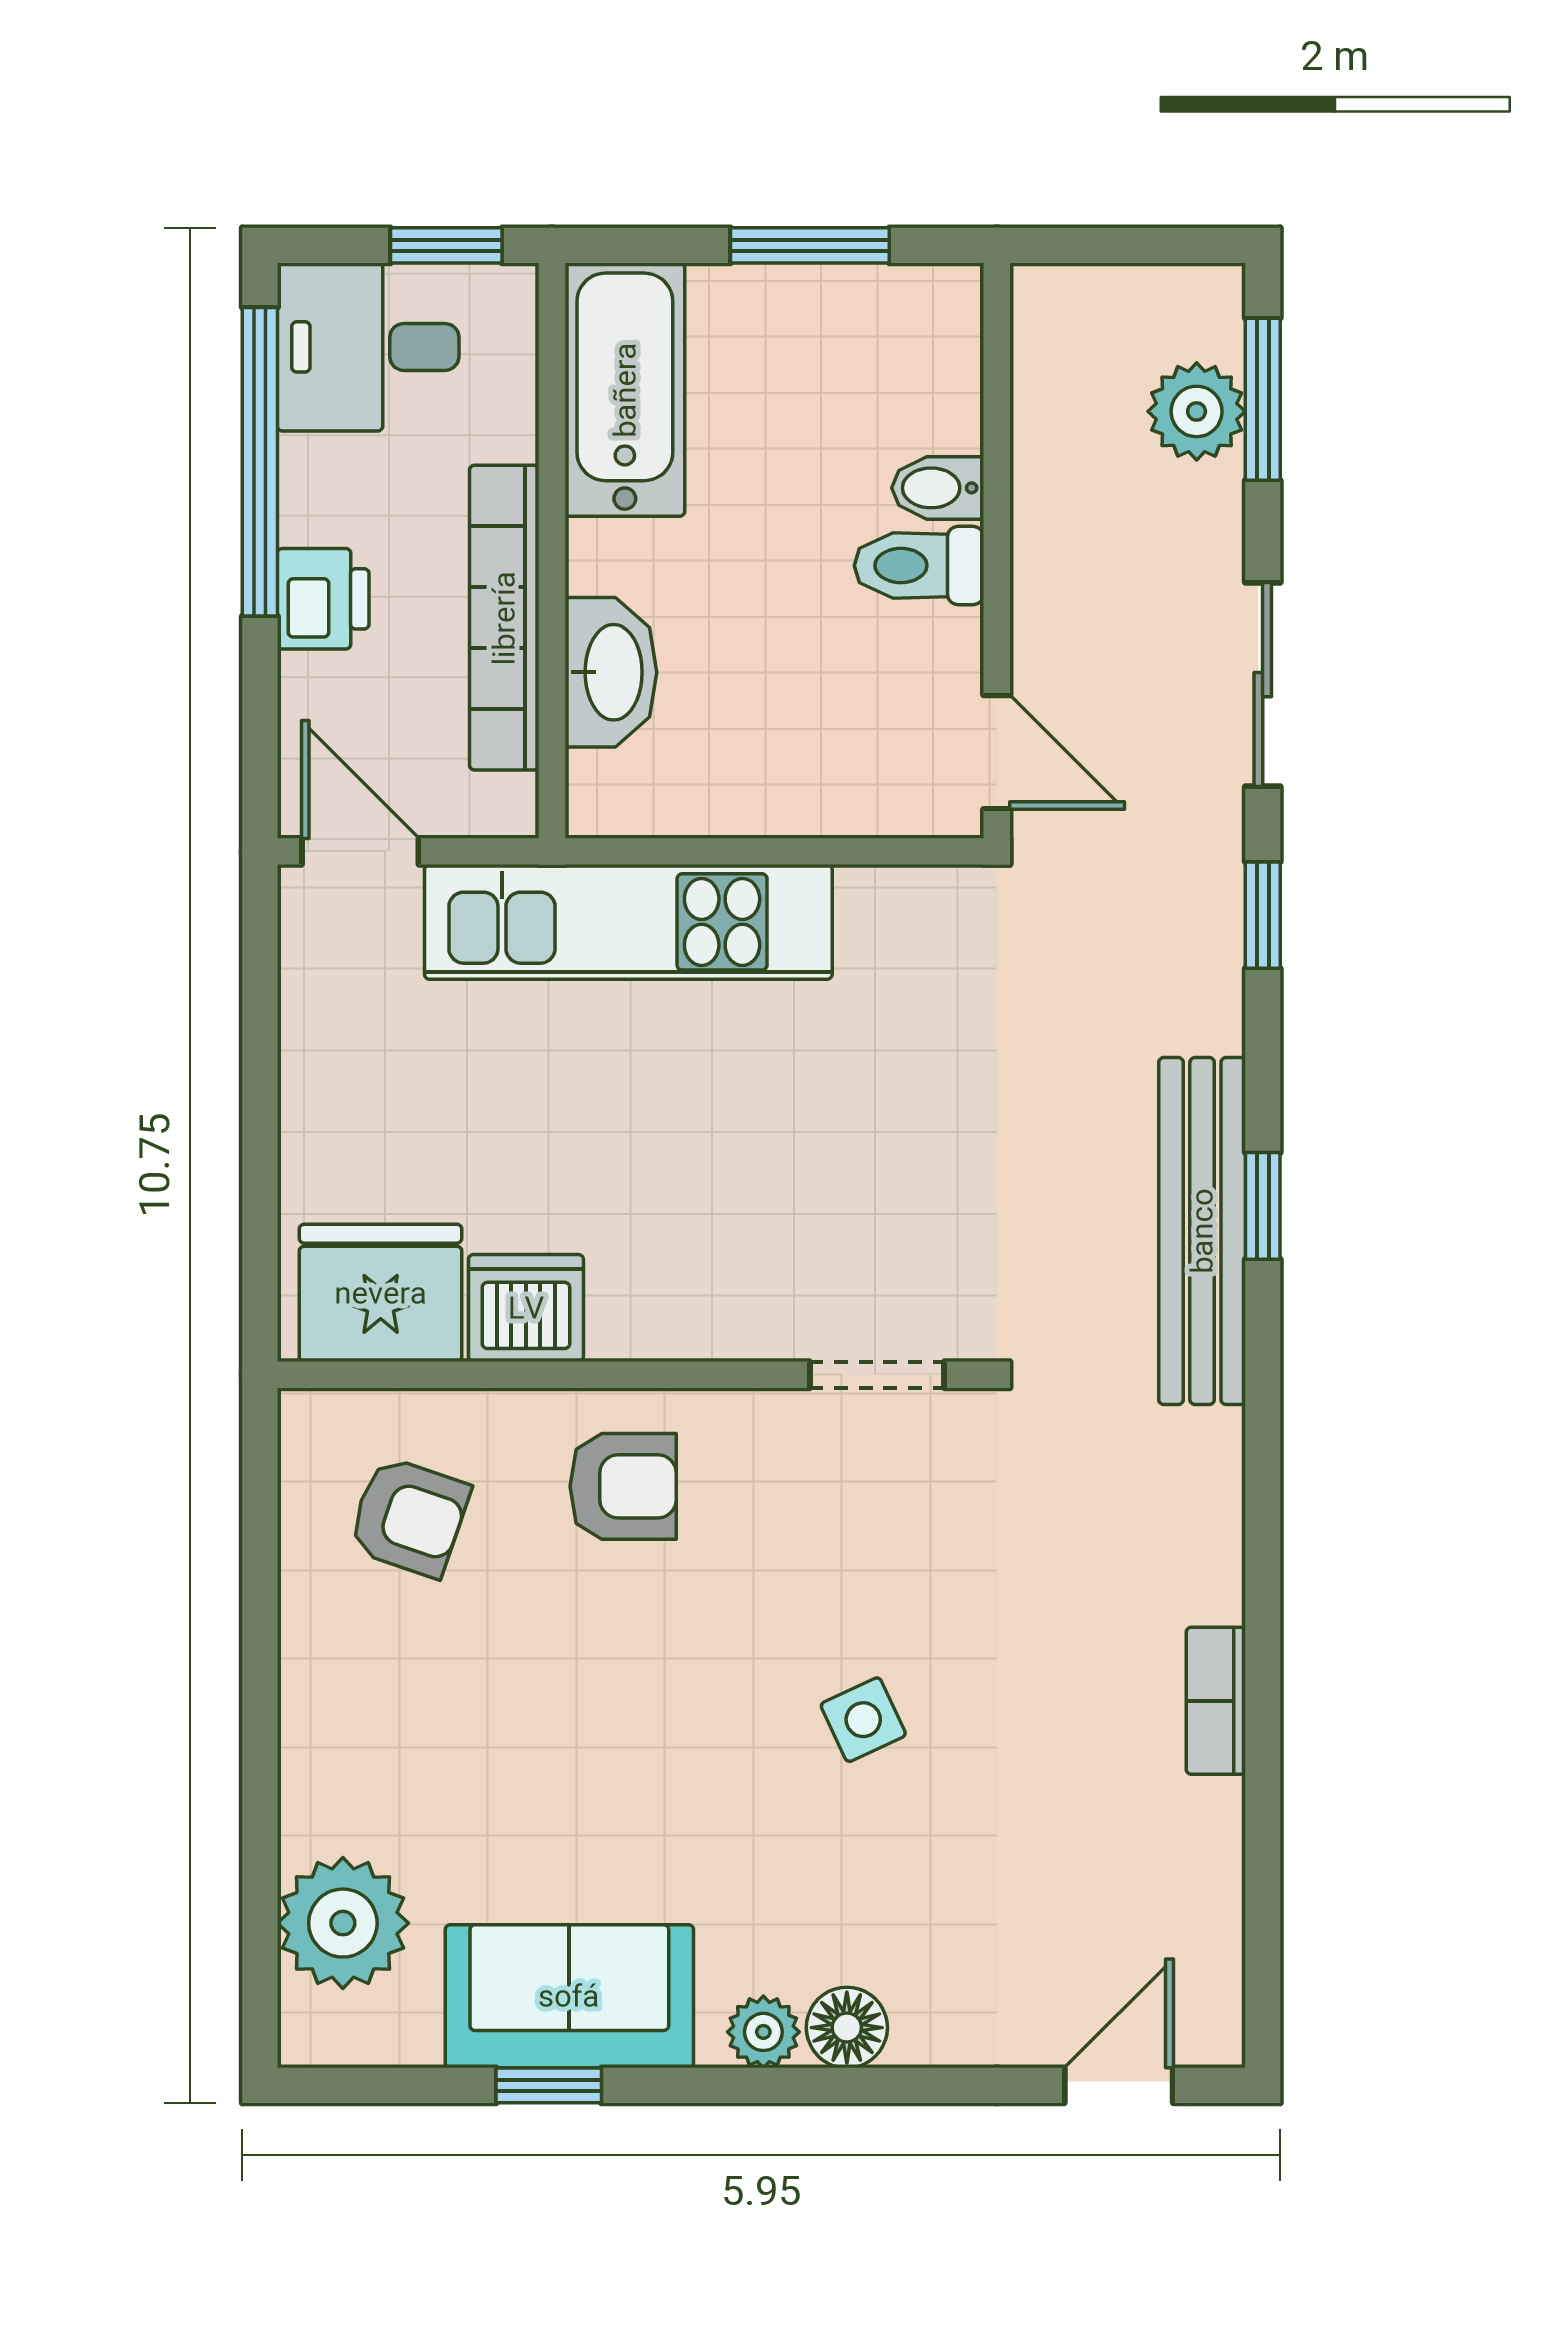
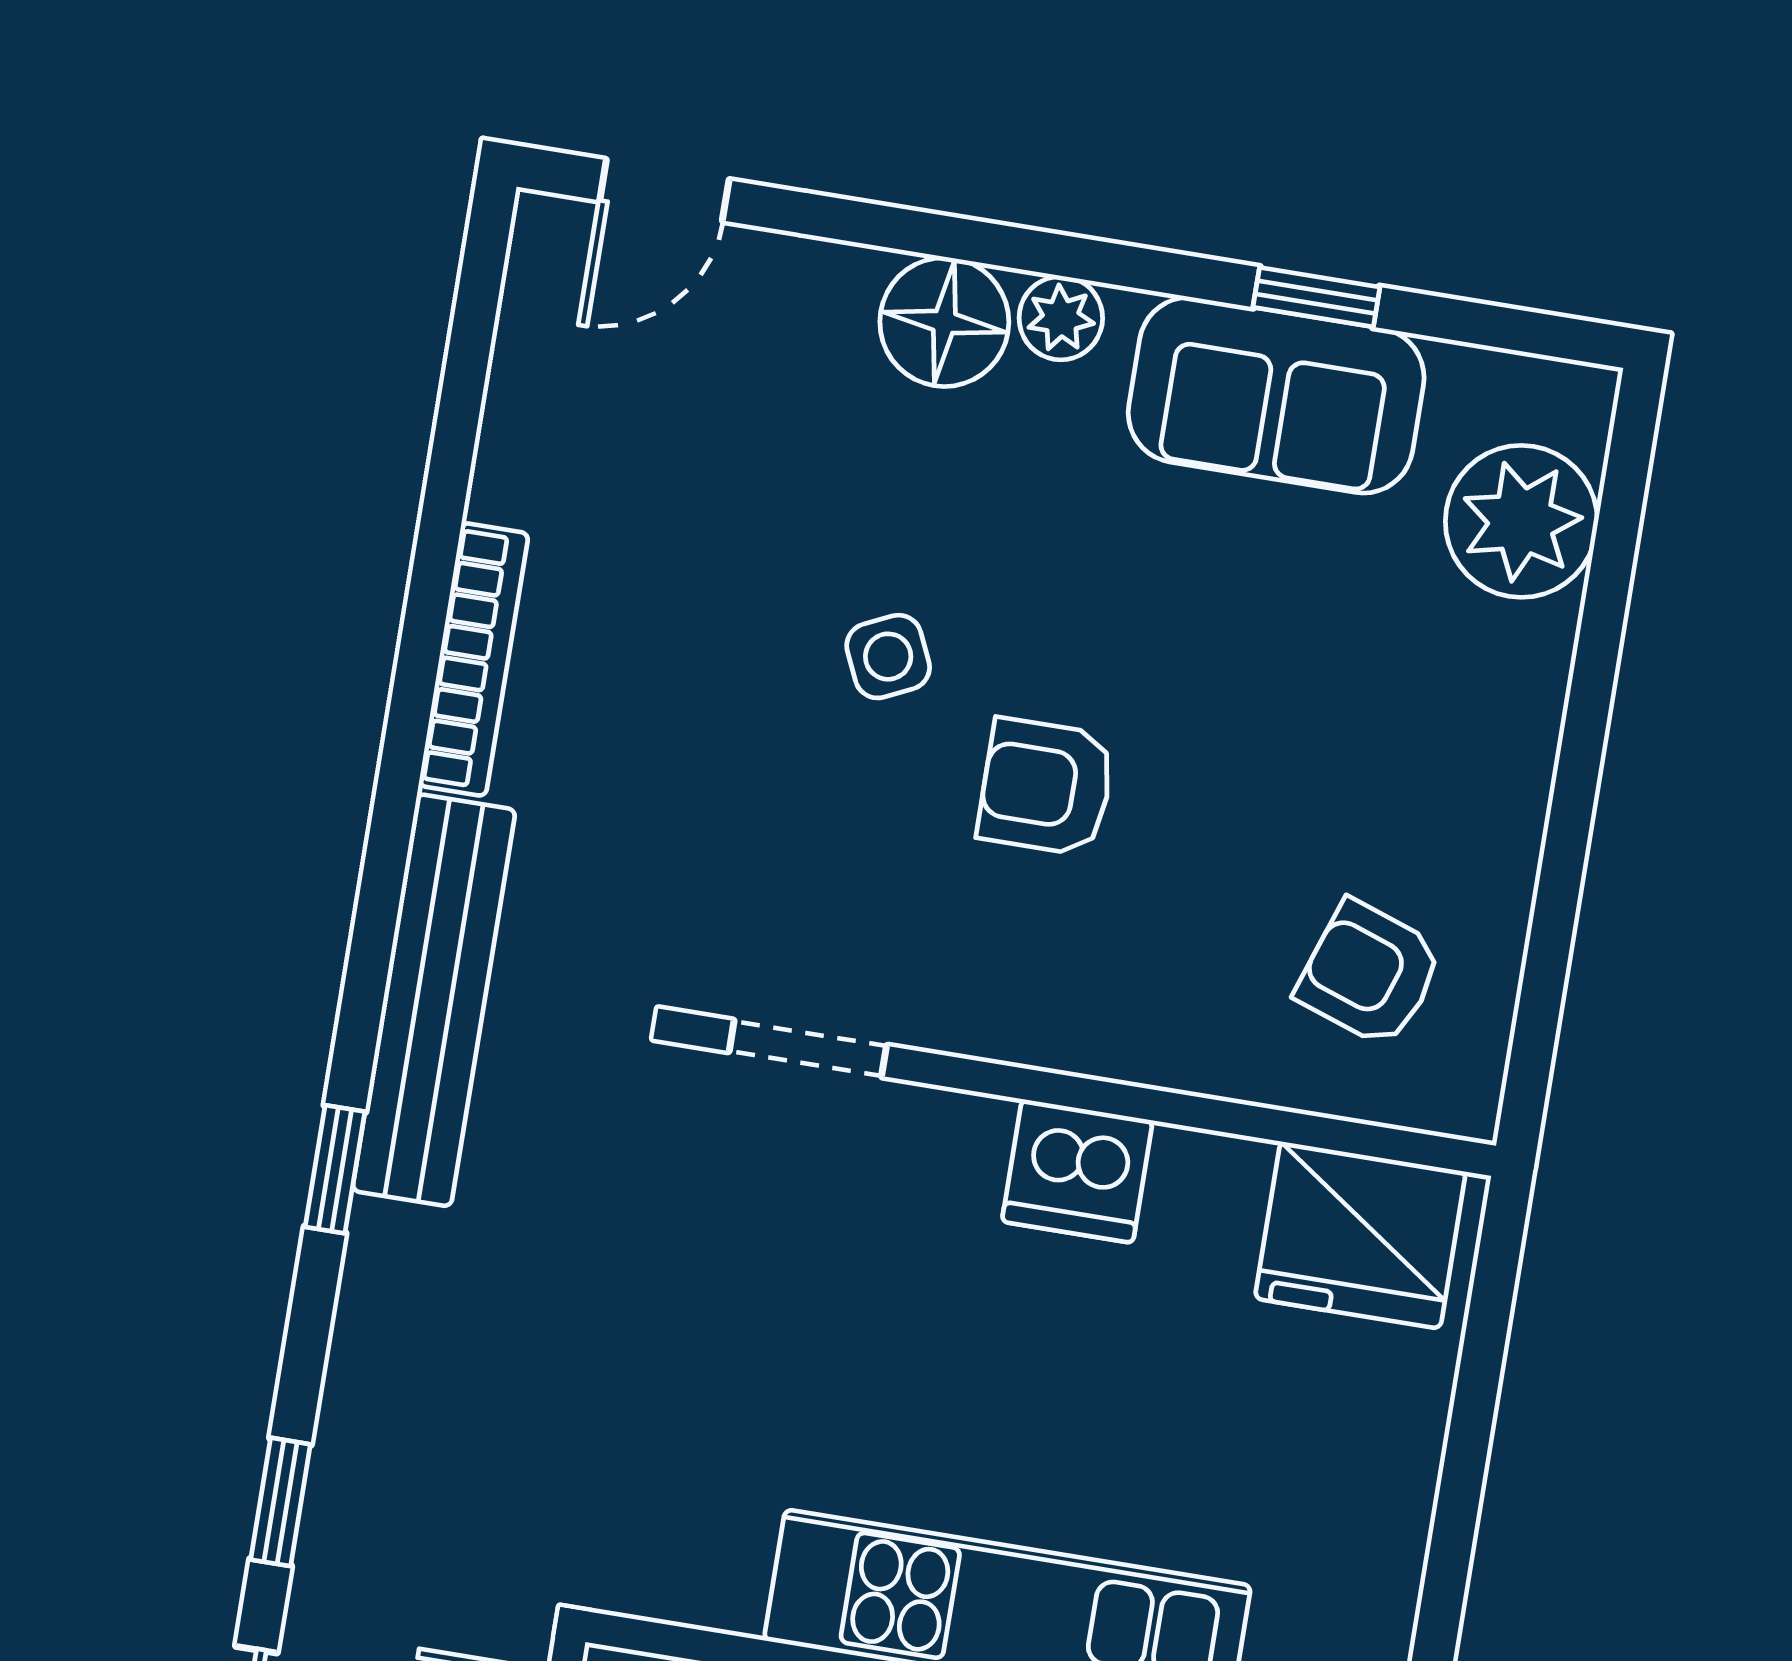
bench: (1202, 1231) -> (434, 1000), moved
dishwasher: (526, 1308) -> (1077, 1171), moved
armchair: (623, 1486) -> (1046, 787), moved
bookcase: (1216, 1701) -> (474, 659), width x1.56
floor lamp: (847, 2028) -> (944, 322), width x1.38, depth x1.38

